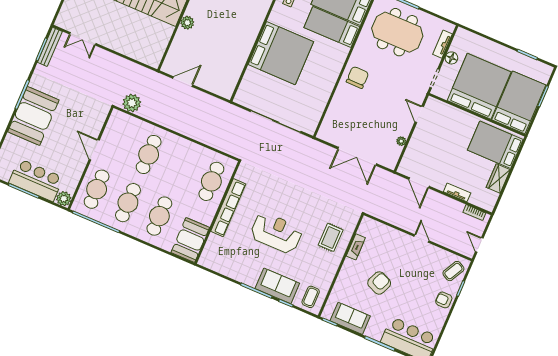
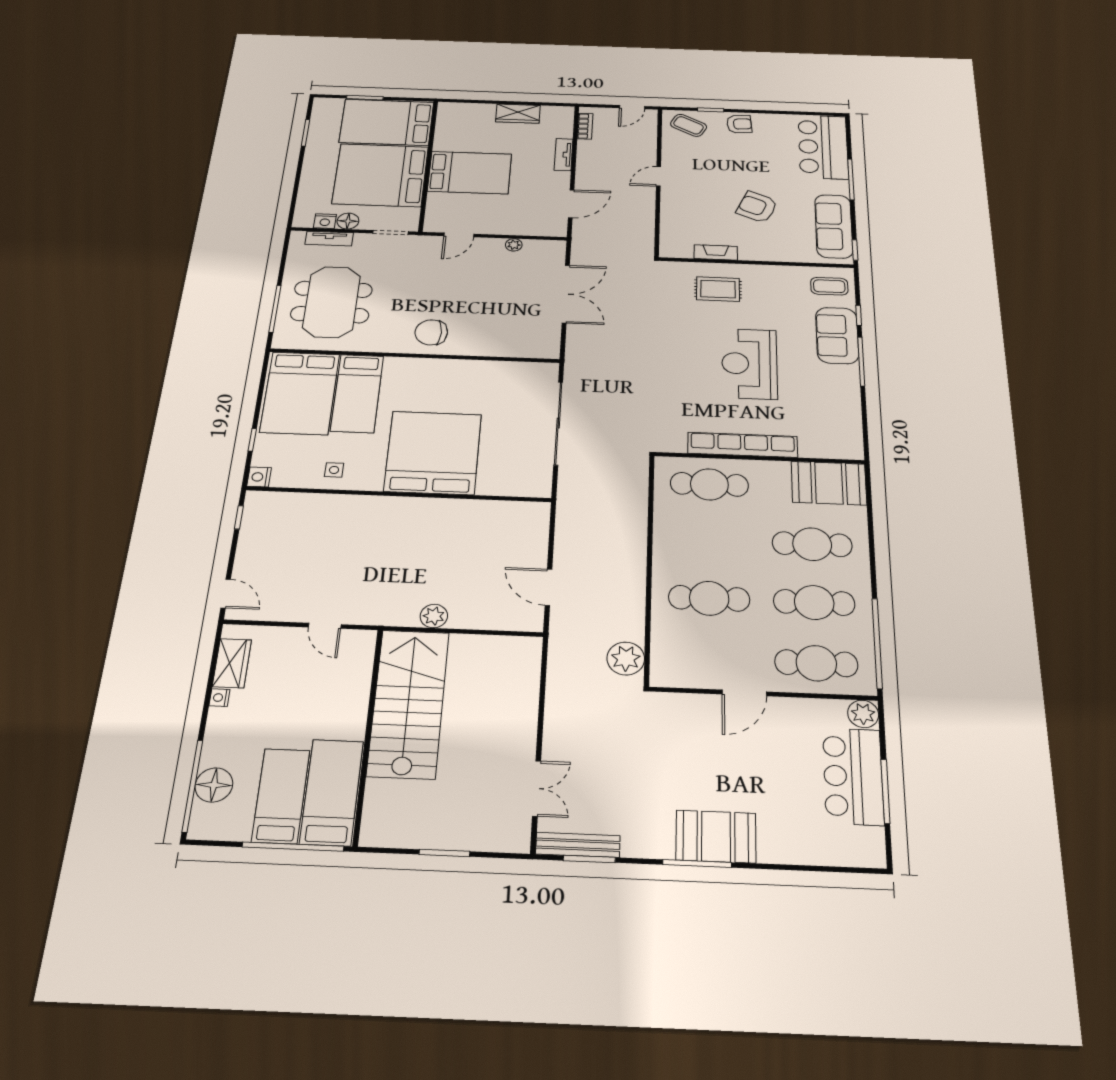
nightstand: (456, 46) -> (325, 221), added
booth: (33, 116) -> (716, 836), width x0.73, depth x0.70
bed: (495, 145) -> (470, 173), moved, turned -90
armchair: (444, 300) -> (739, 124), turned -95
sofa: (350, 318) -> (834, 226), width x1.36

